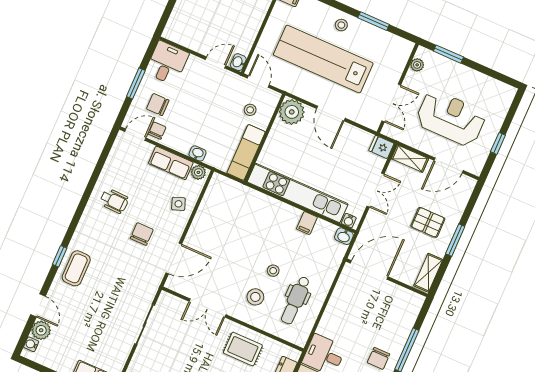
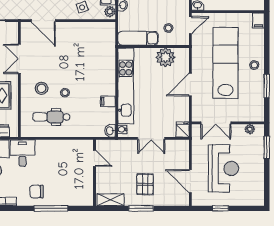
plant: (292, 112) -> (165, 57), moved
shelving: (410, 159) -> (183, 153), removed
door: (369, 270) -> (95, 158), width x0.53

